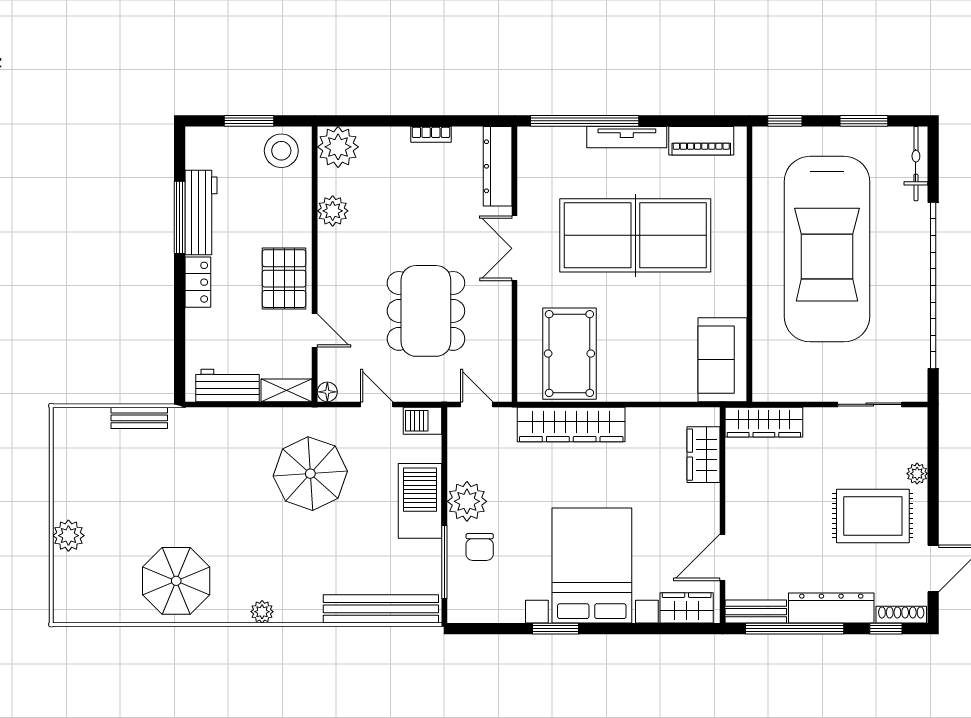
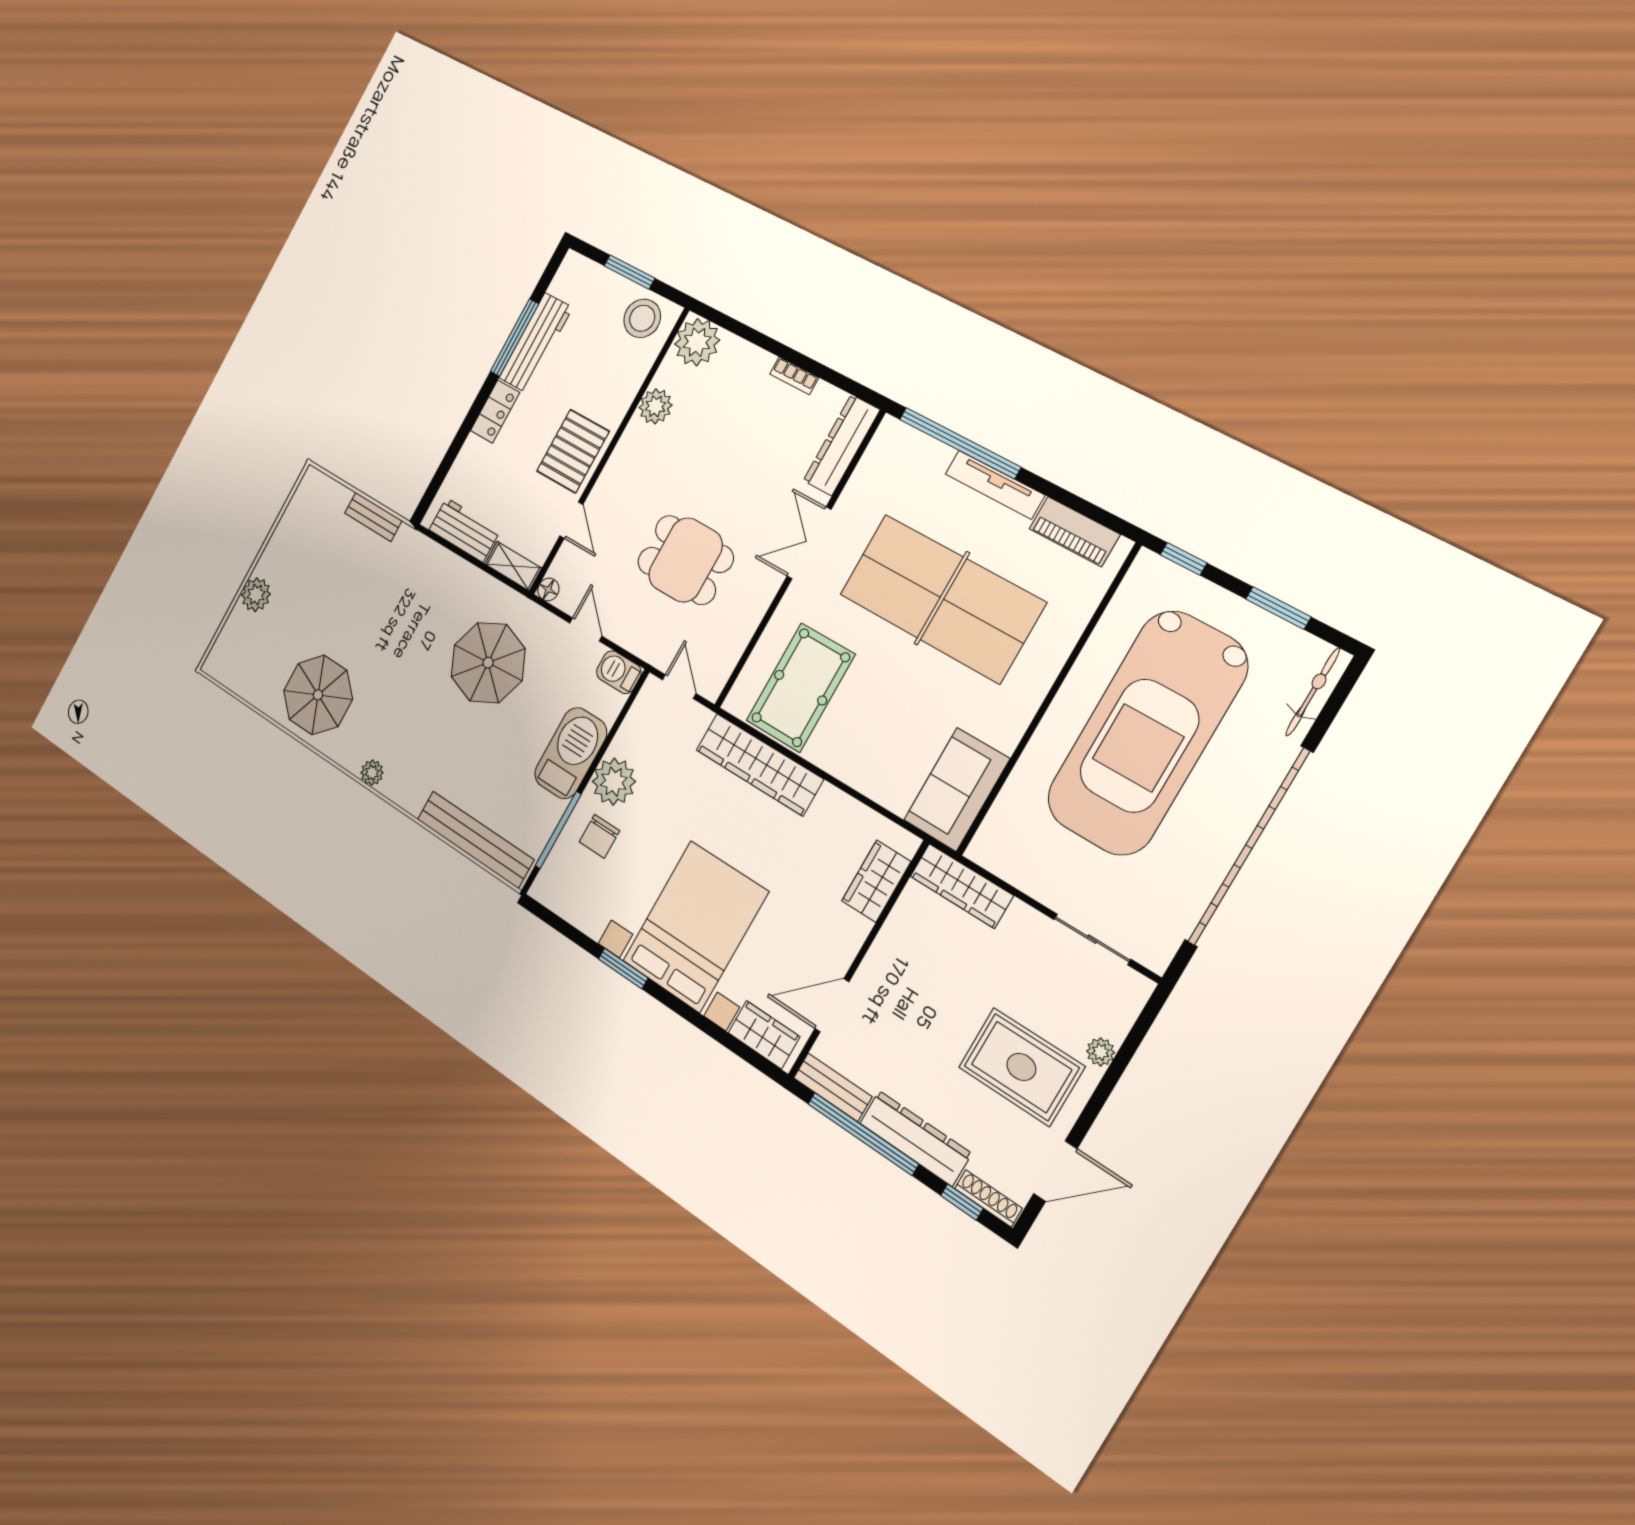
dining table: (426, 311) -> (685, 560), width x0.73

